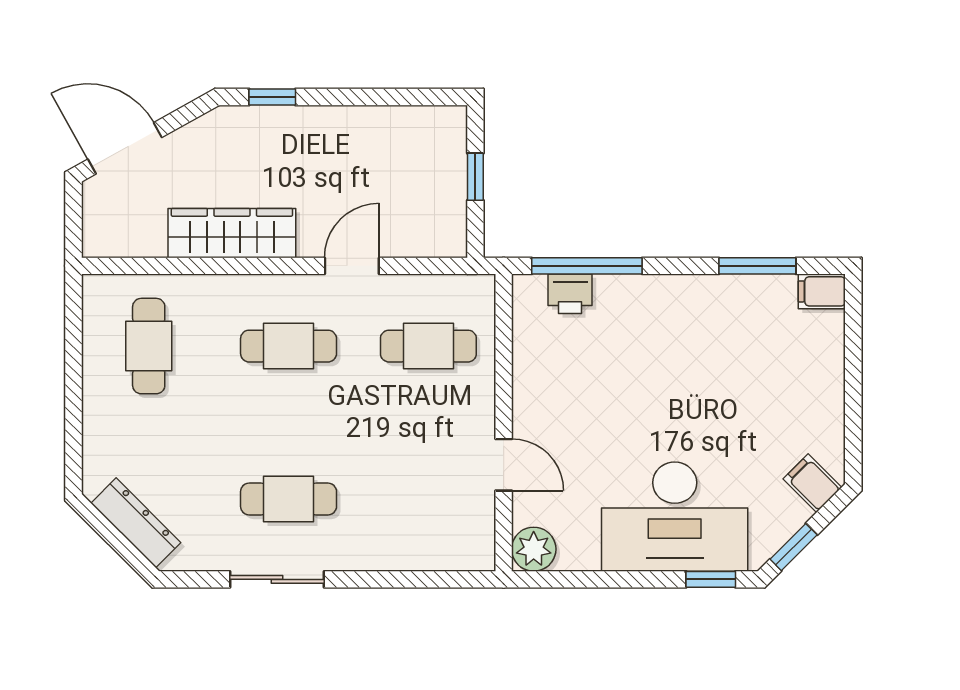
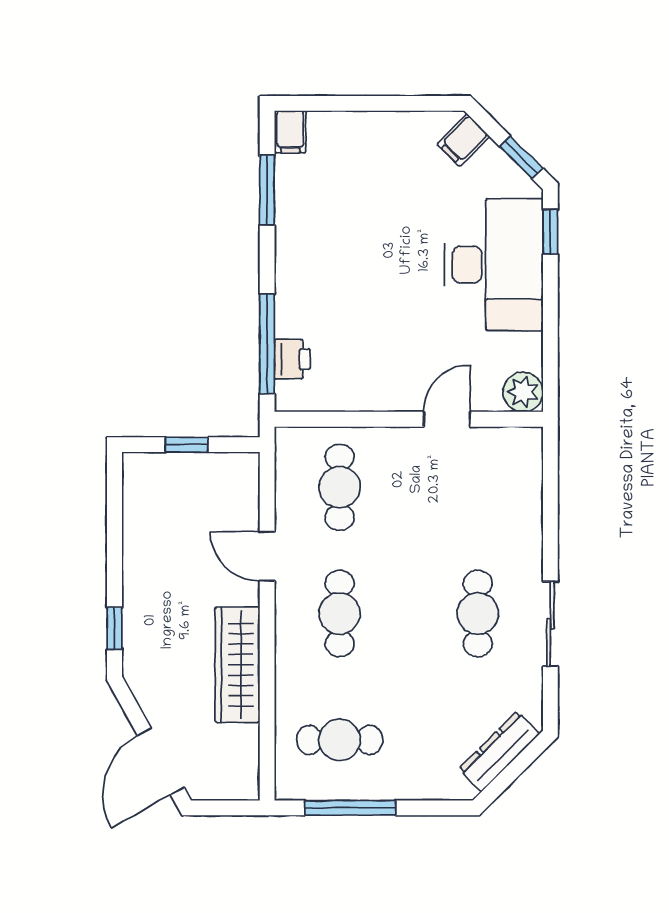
window: (74, 358) -> (350, 808), added

